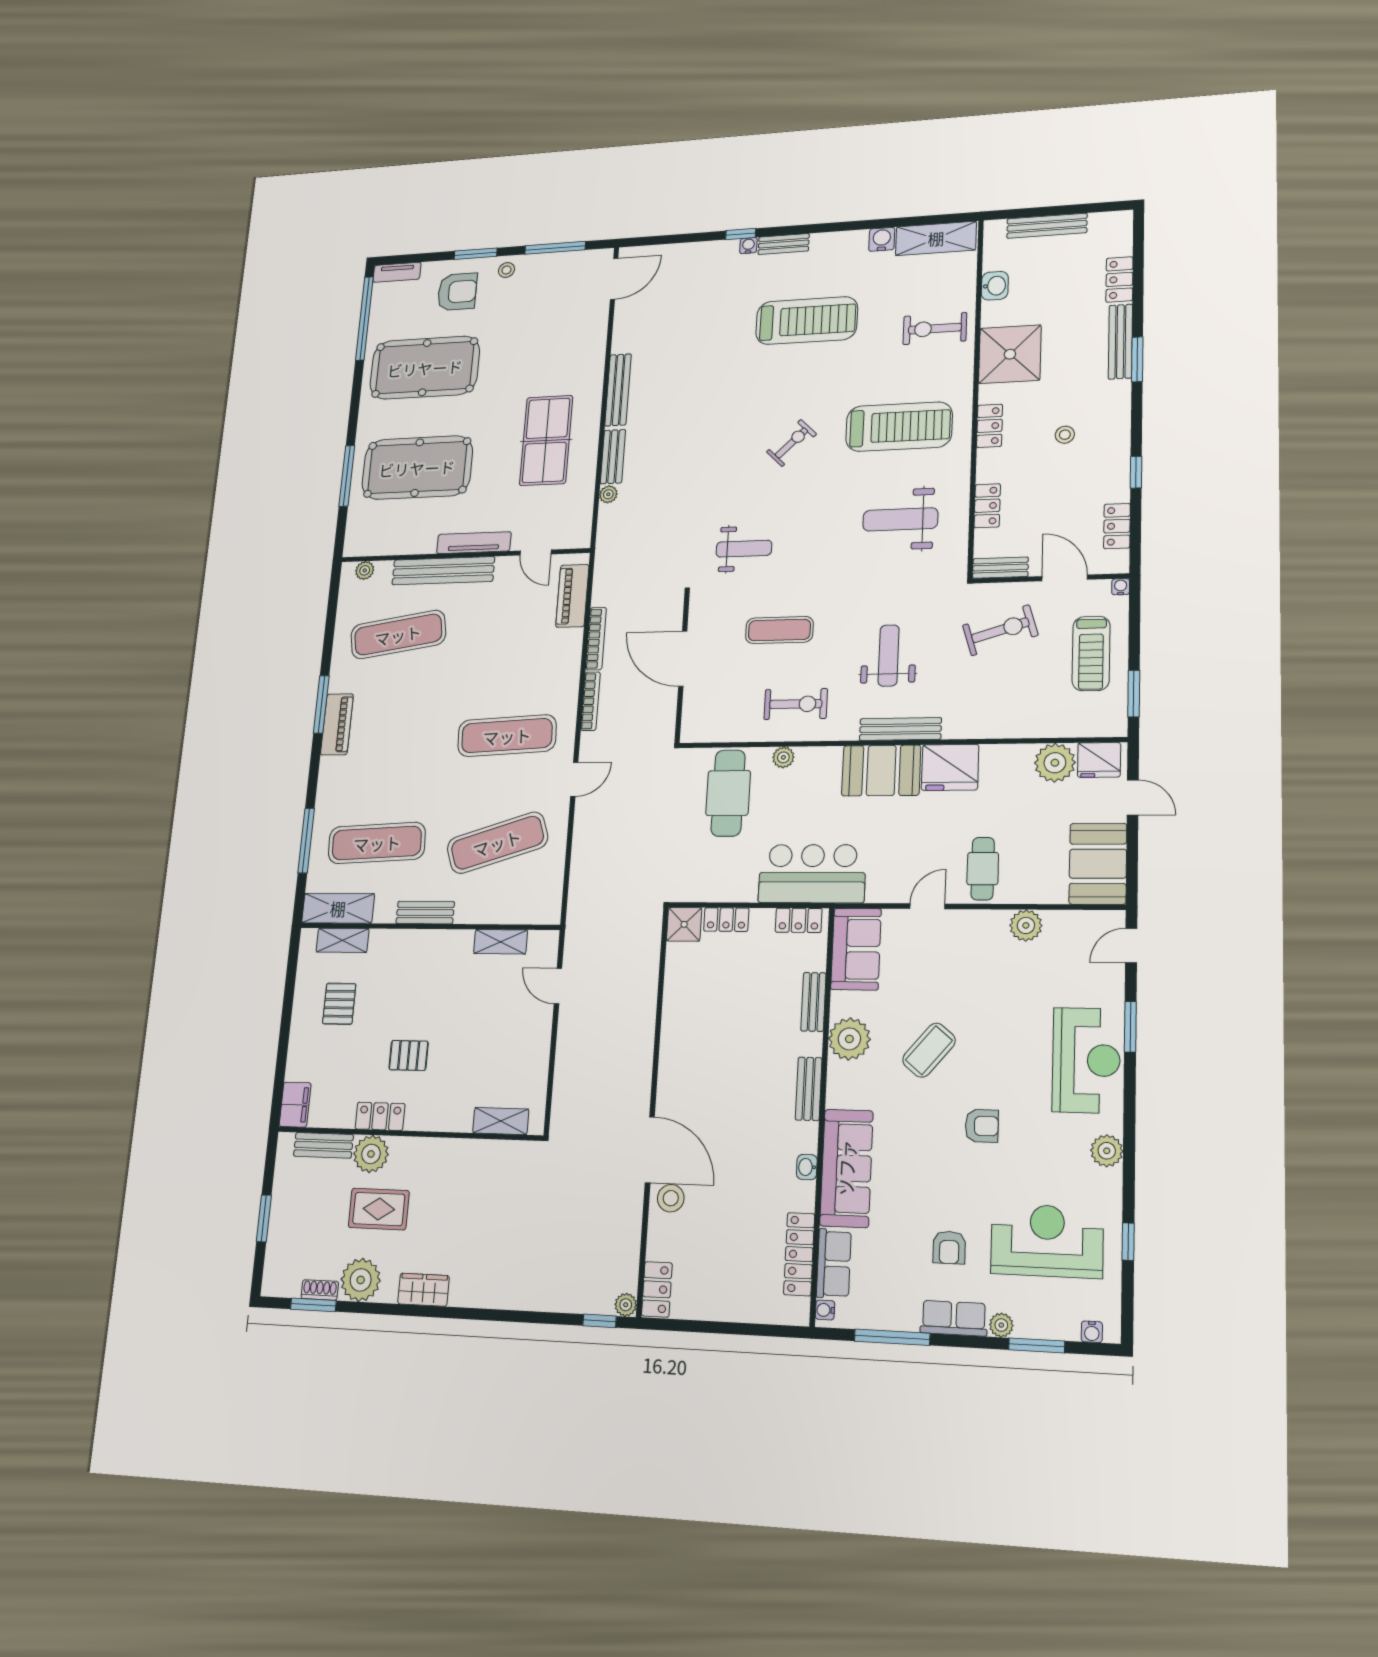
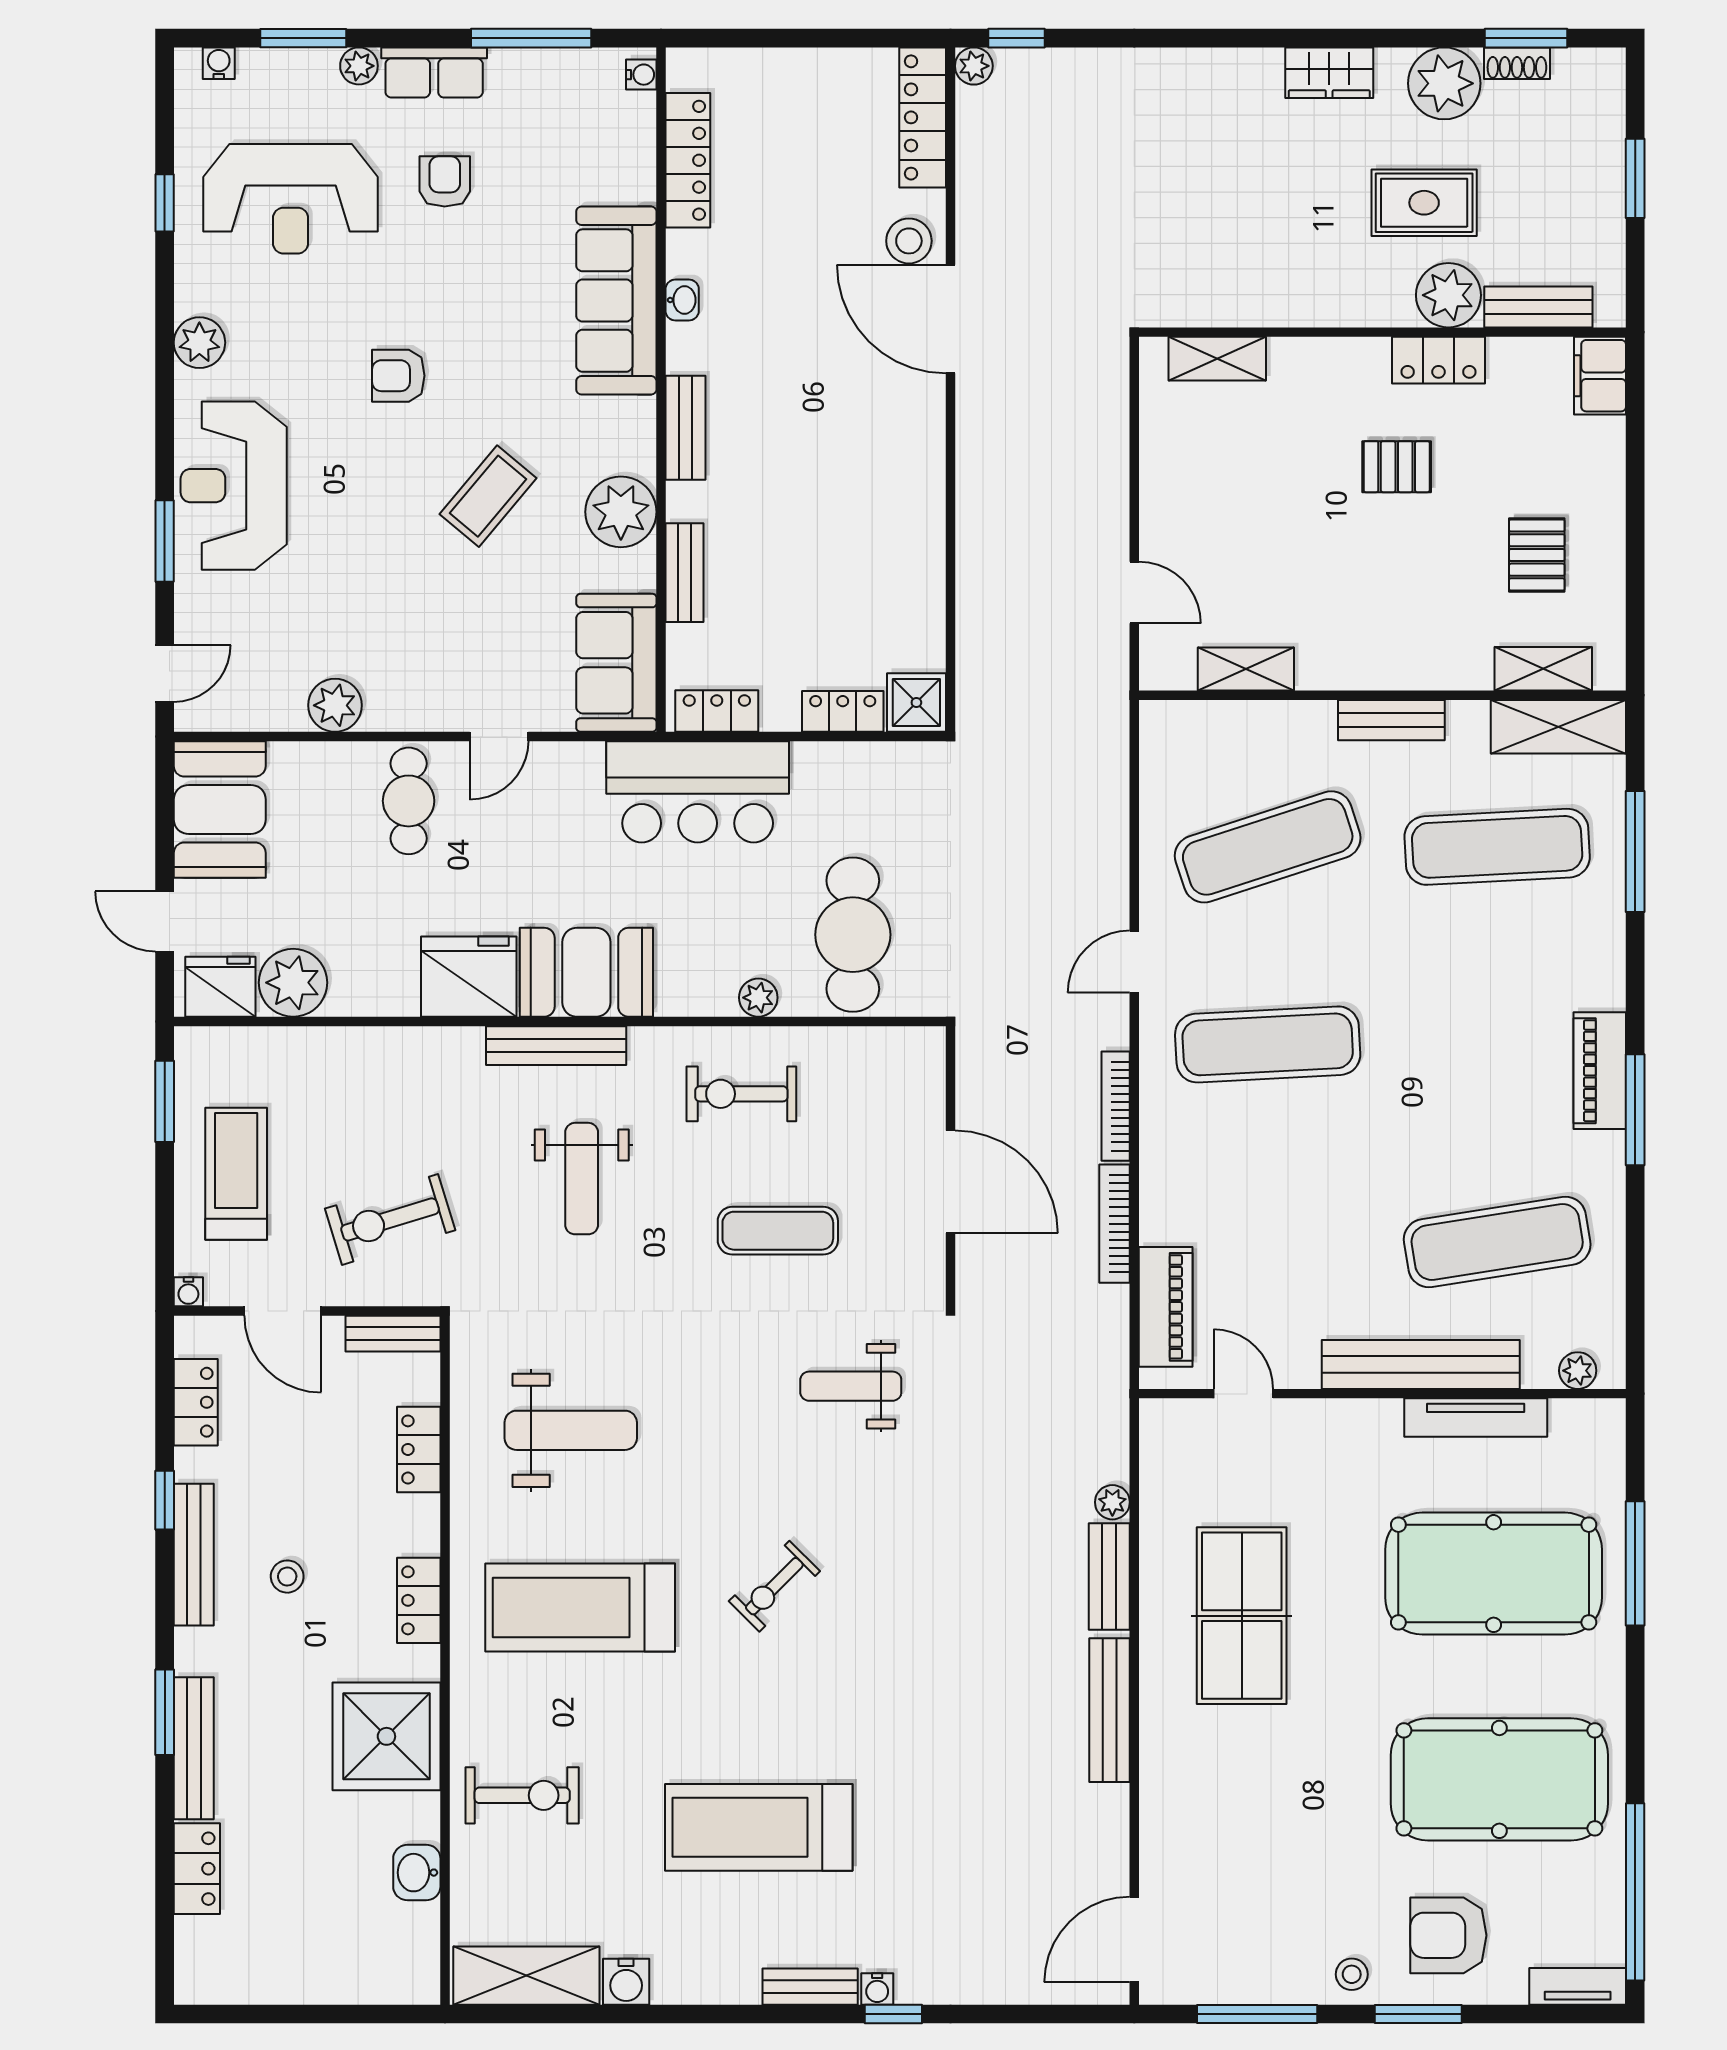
bench: (1047, 226) -> (194, 1555), moved, turned 90
tv unit: (474, 543) -> (1476, 1418), moved
row of seats: (834, 1264) -> (630, 148), removed
locker: (657, 1289) -> (923, 117), width x1.53

